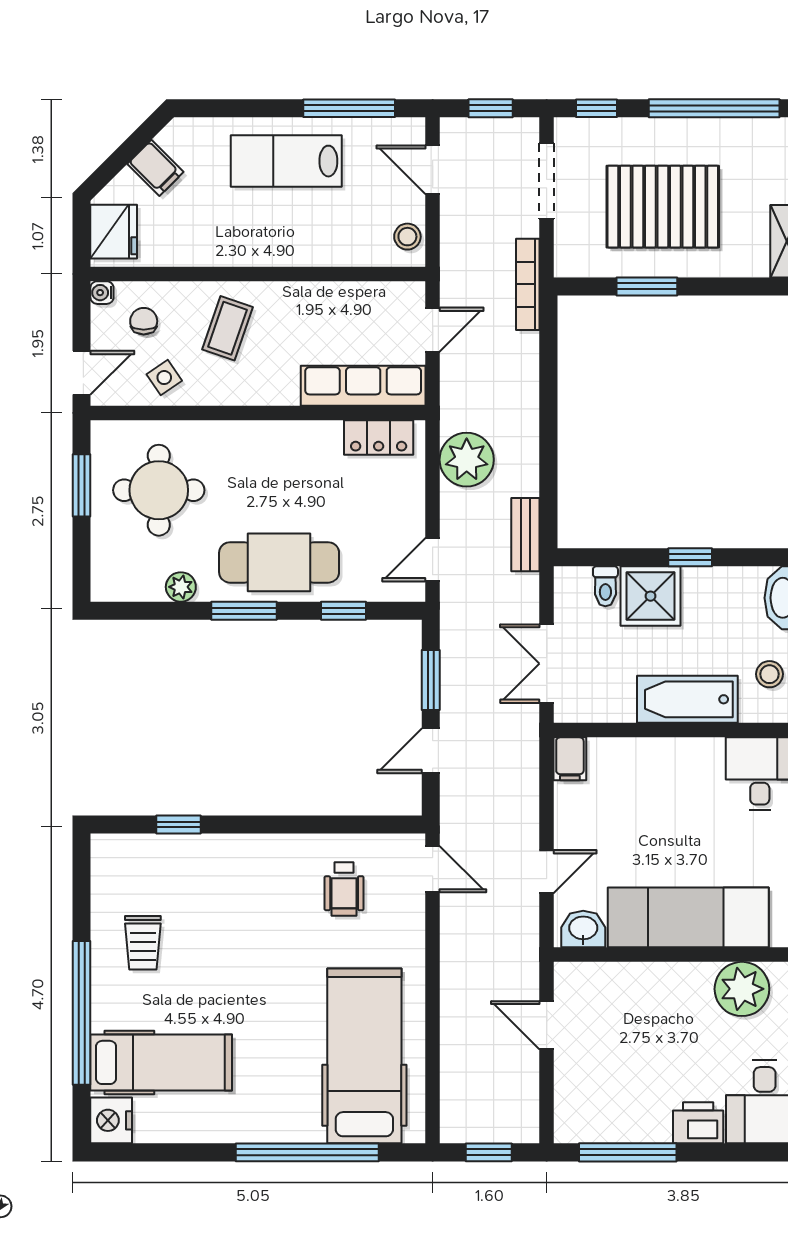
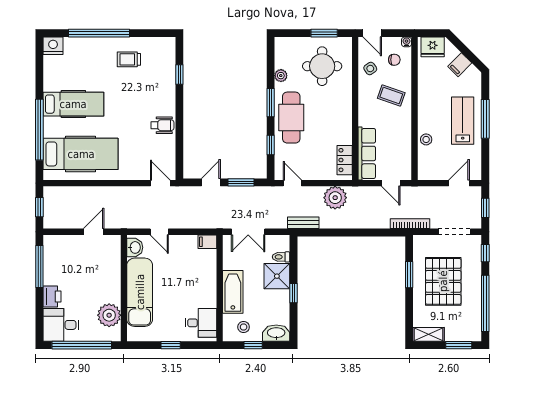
window: (349, 108) -> (485, 119), moved
stool: (407, 237) -> (426, 139), moved
double door: (547, 664) -> (248, 232), swing flipped
door: (431, 751) -> (211, 182), hinge flipped
door: (433, 869) -> (160, 183), swing flipped
wheelchair: (344, 889) -> (162, 125), moved, turned 180
hospital bed: (161, 1062) -> (73, 104), moved, turned -90

